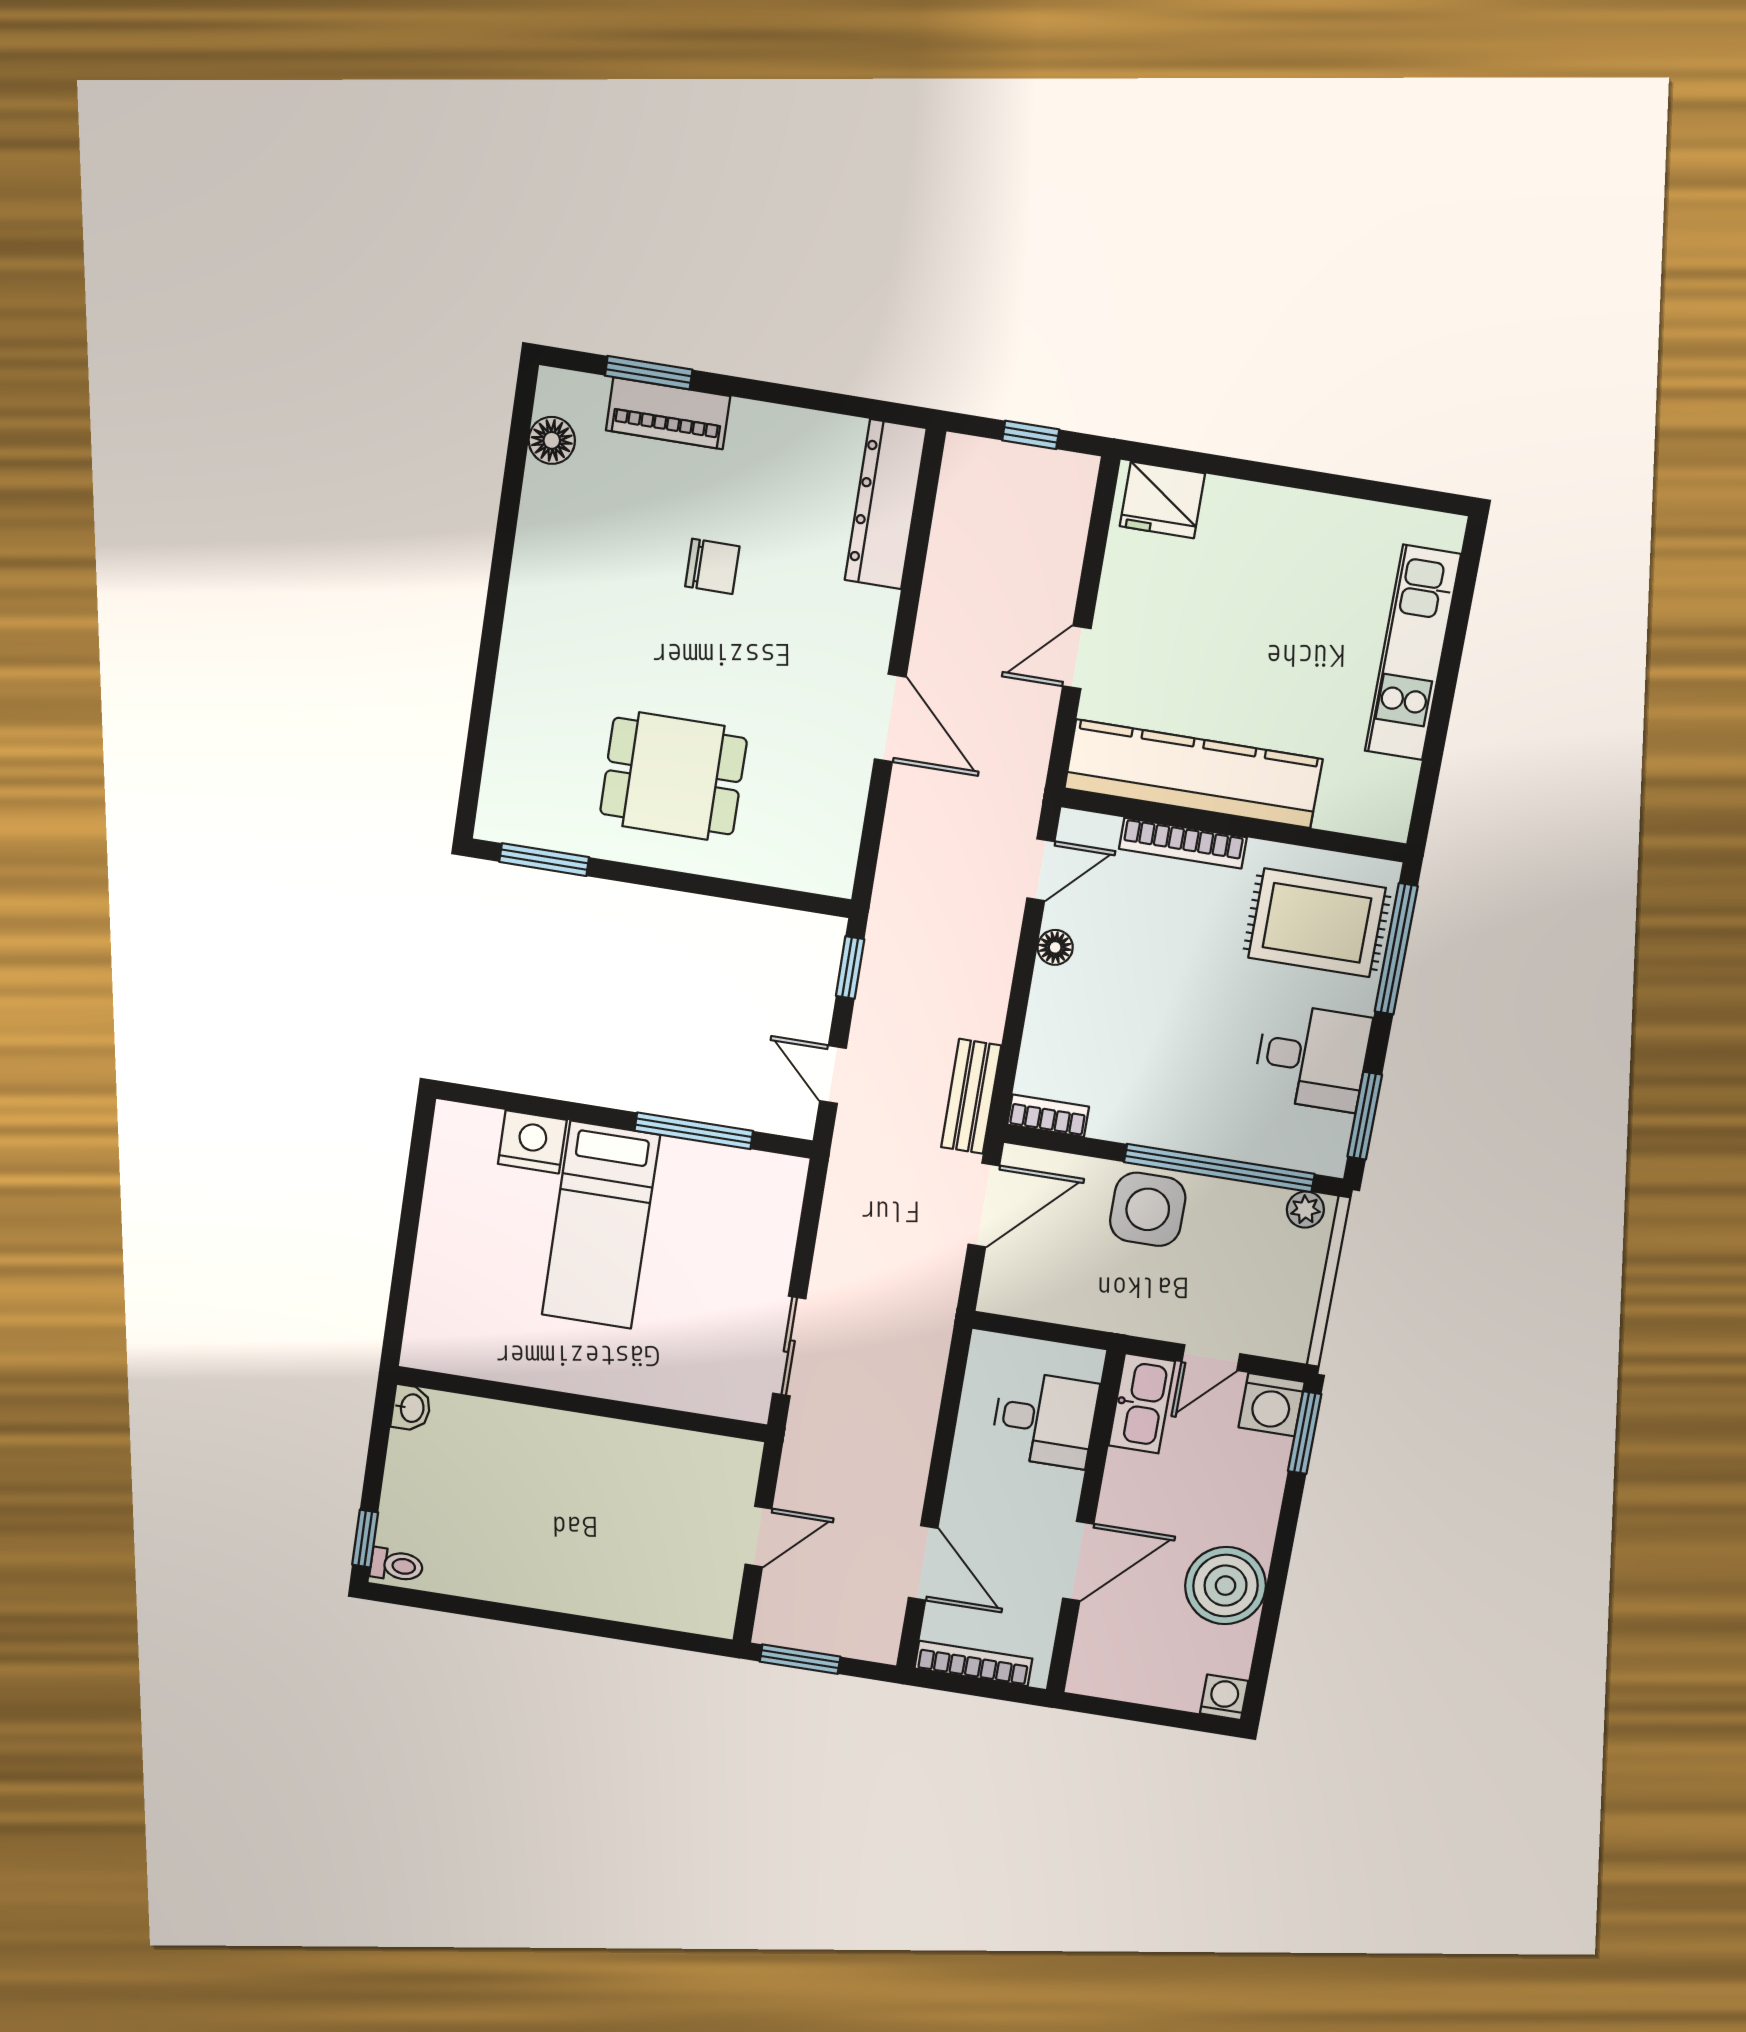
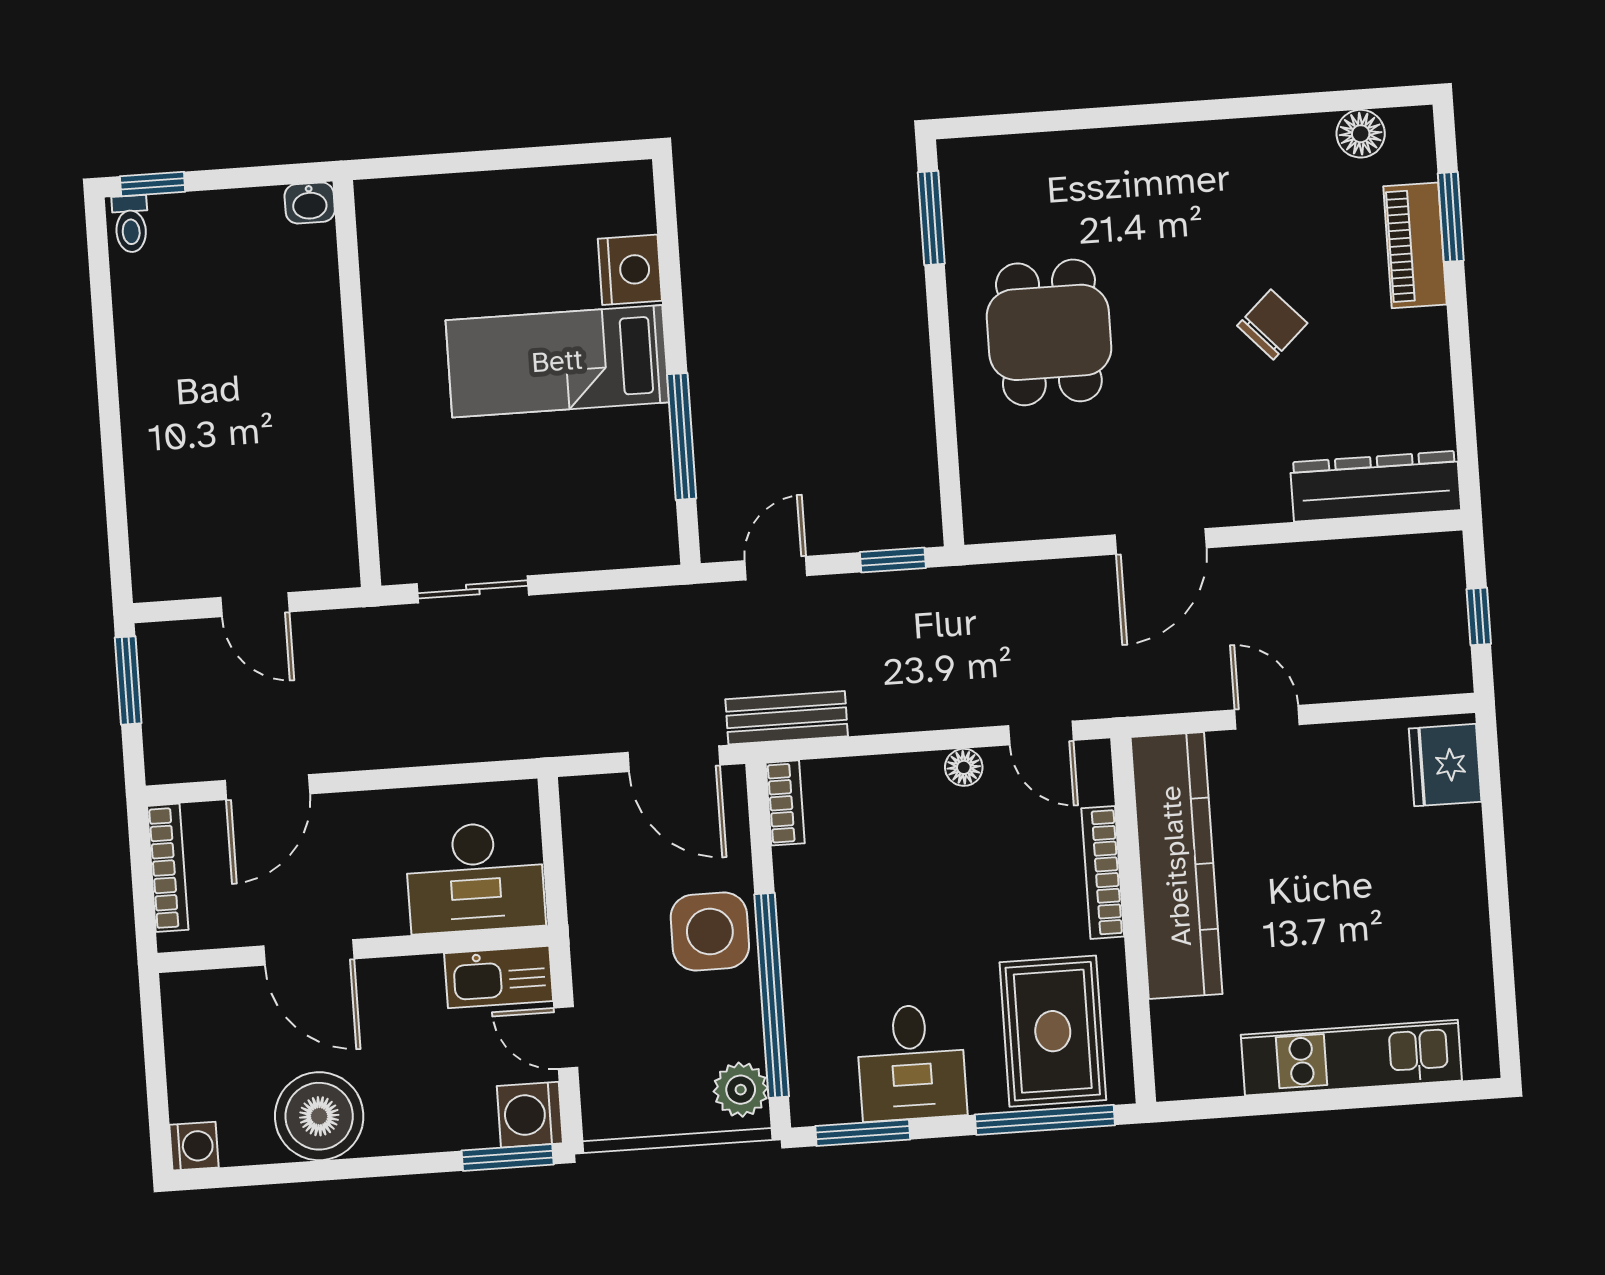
chair: (712, 566) -> (1272, 324), turned -133
plant: (1305, 1210) -> (741, 1090), width x1.38, depth x1.38
desk: (1045, 1419) -> (475, 877), width x1.37

